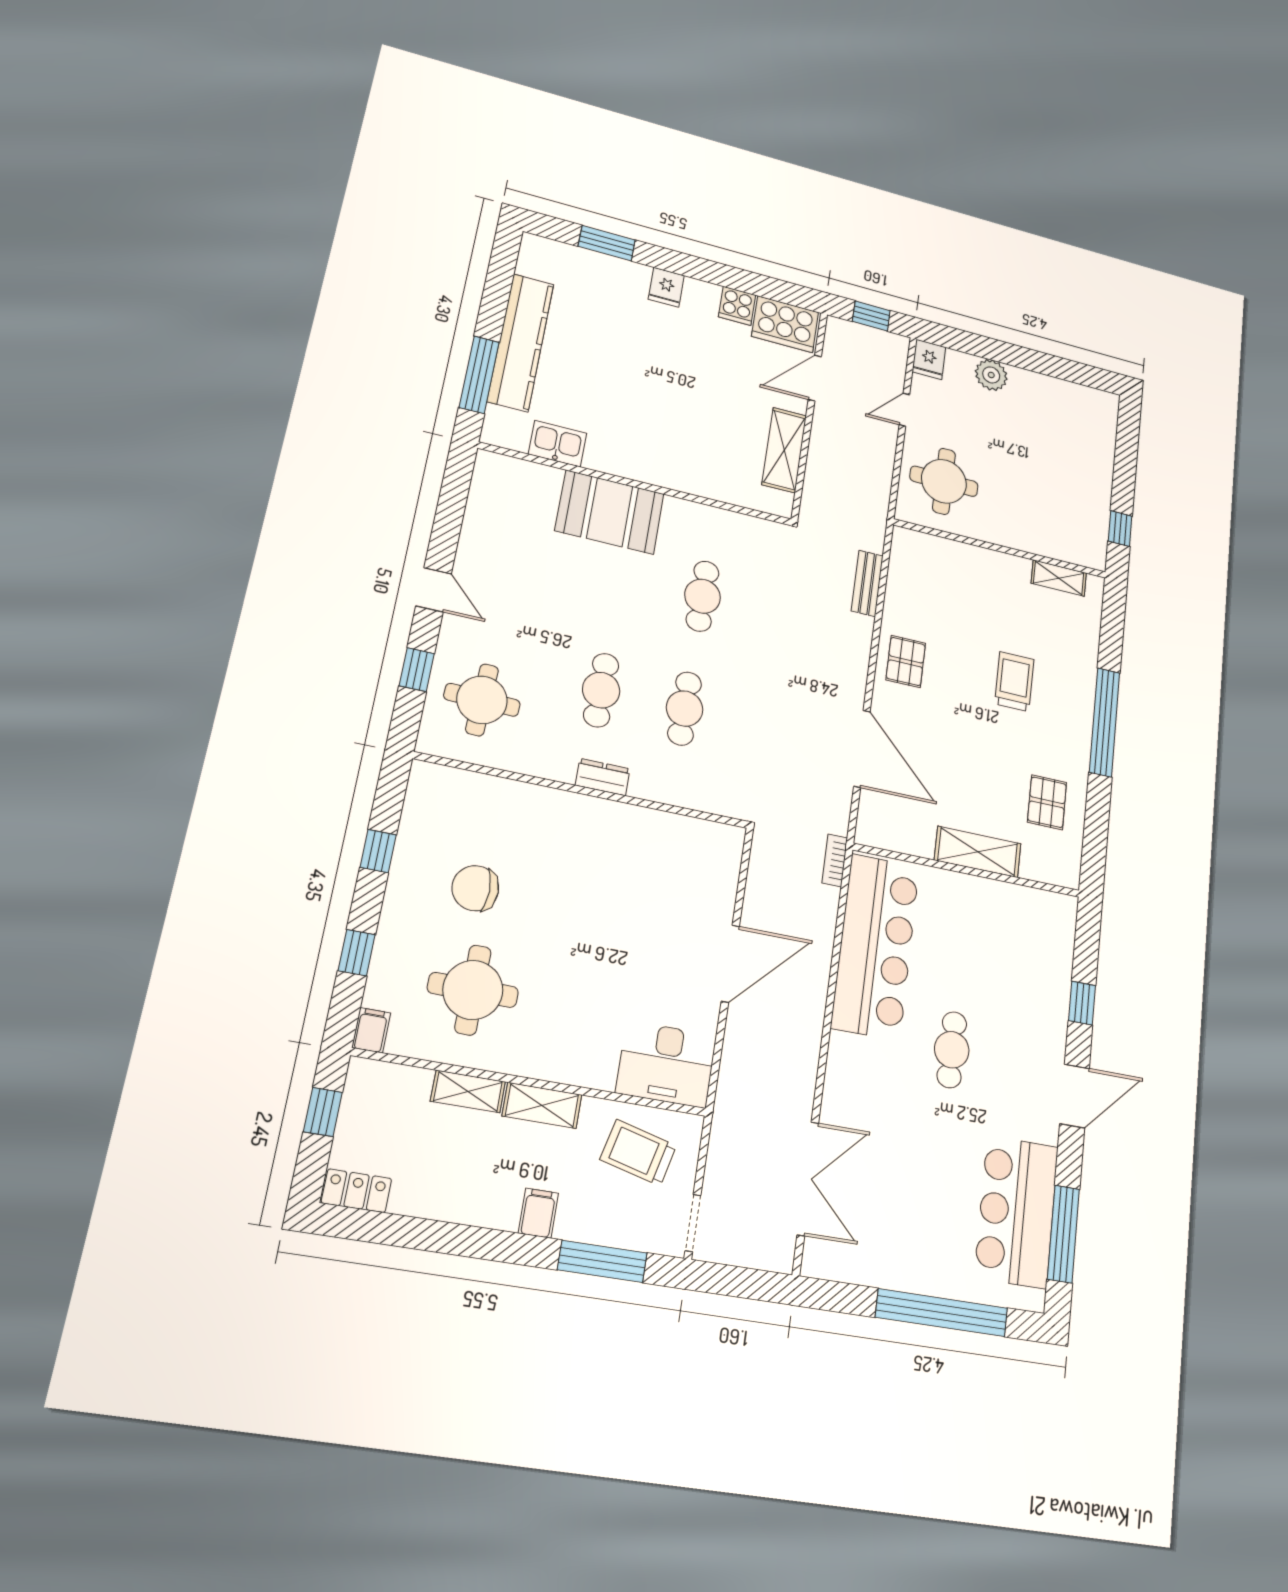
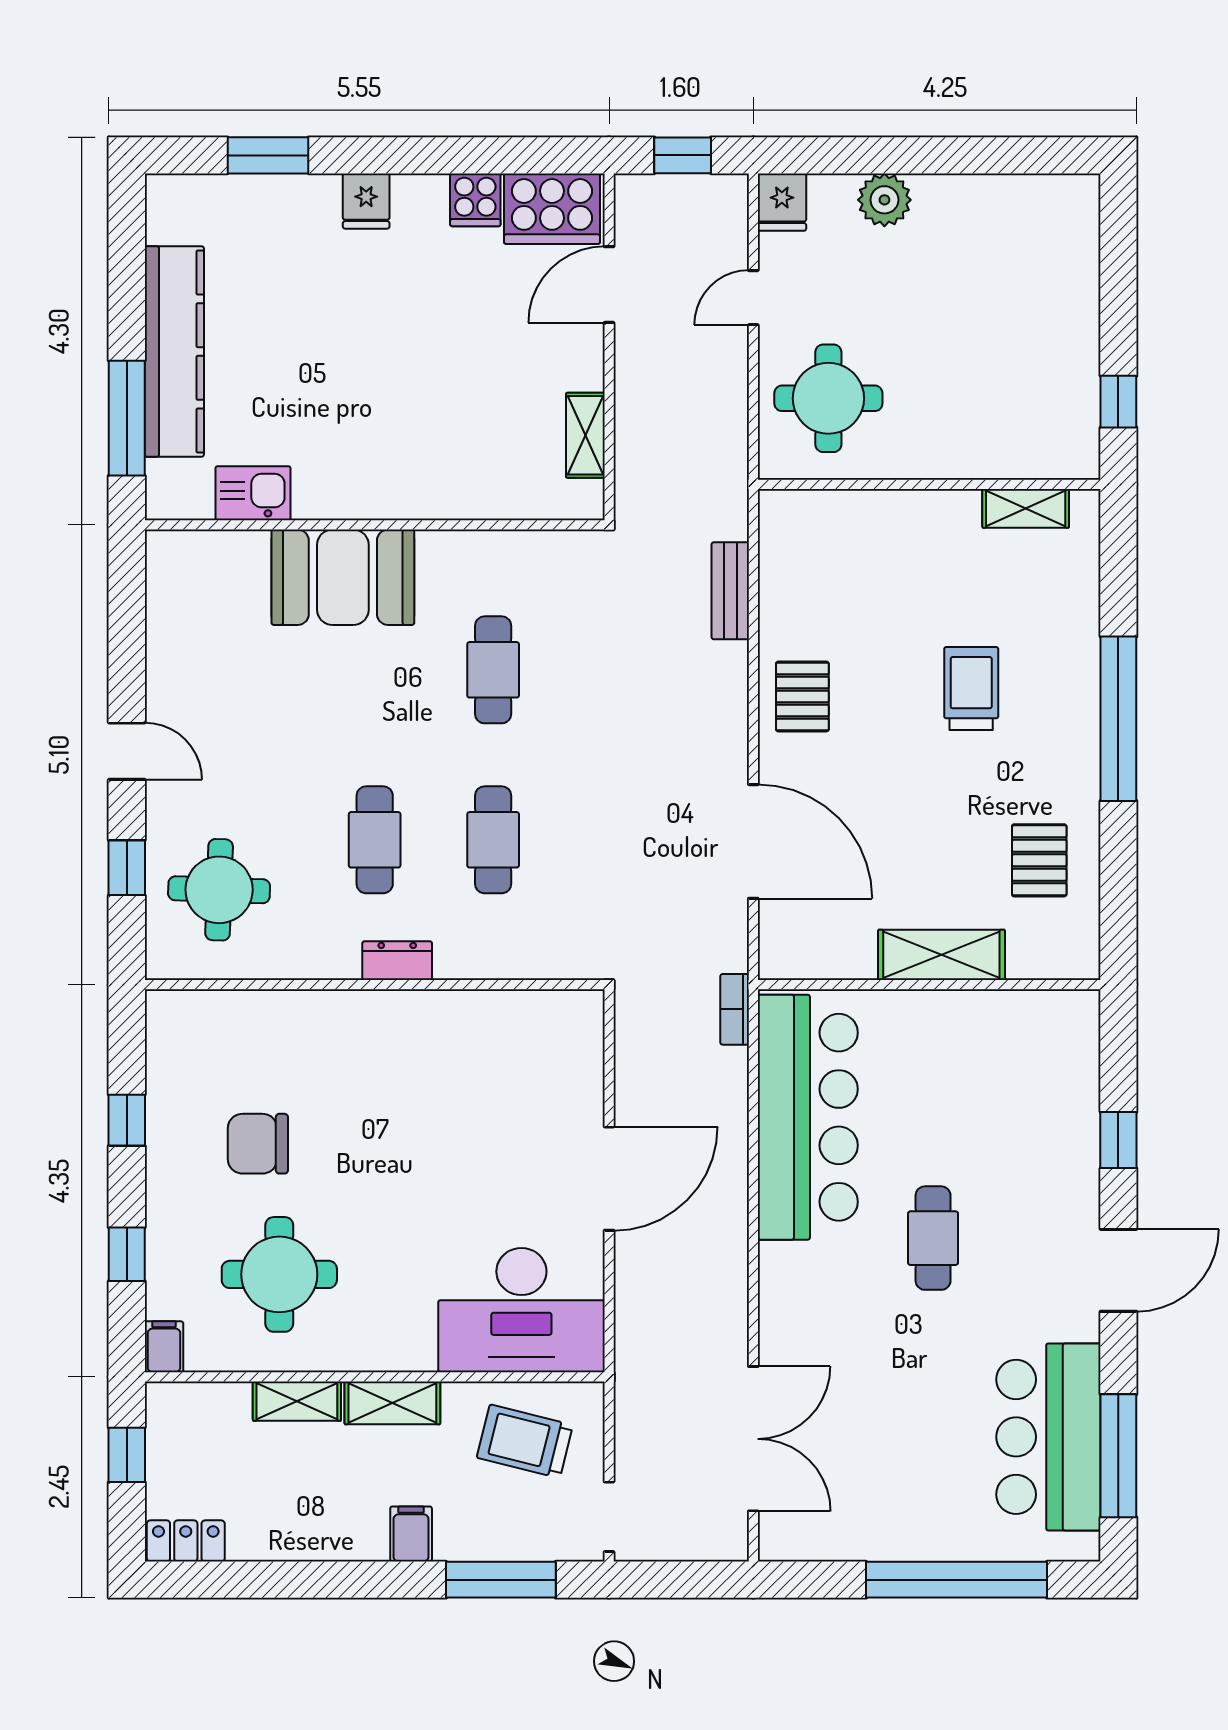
shelving: (784, 450) -> (585, 435), width x0.67, depth x0.75
desk: (666, 1064) -> (521, 1310), width x1.36, depth x1.30

